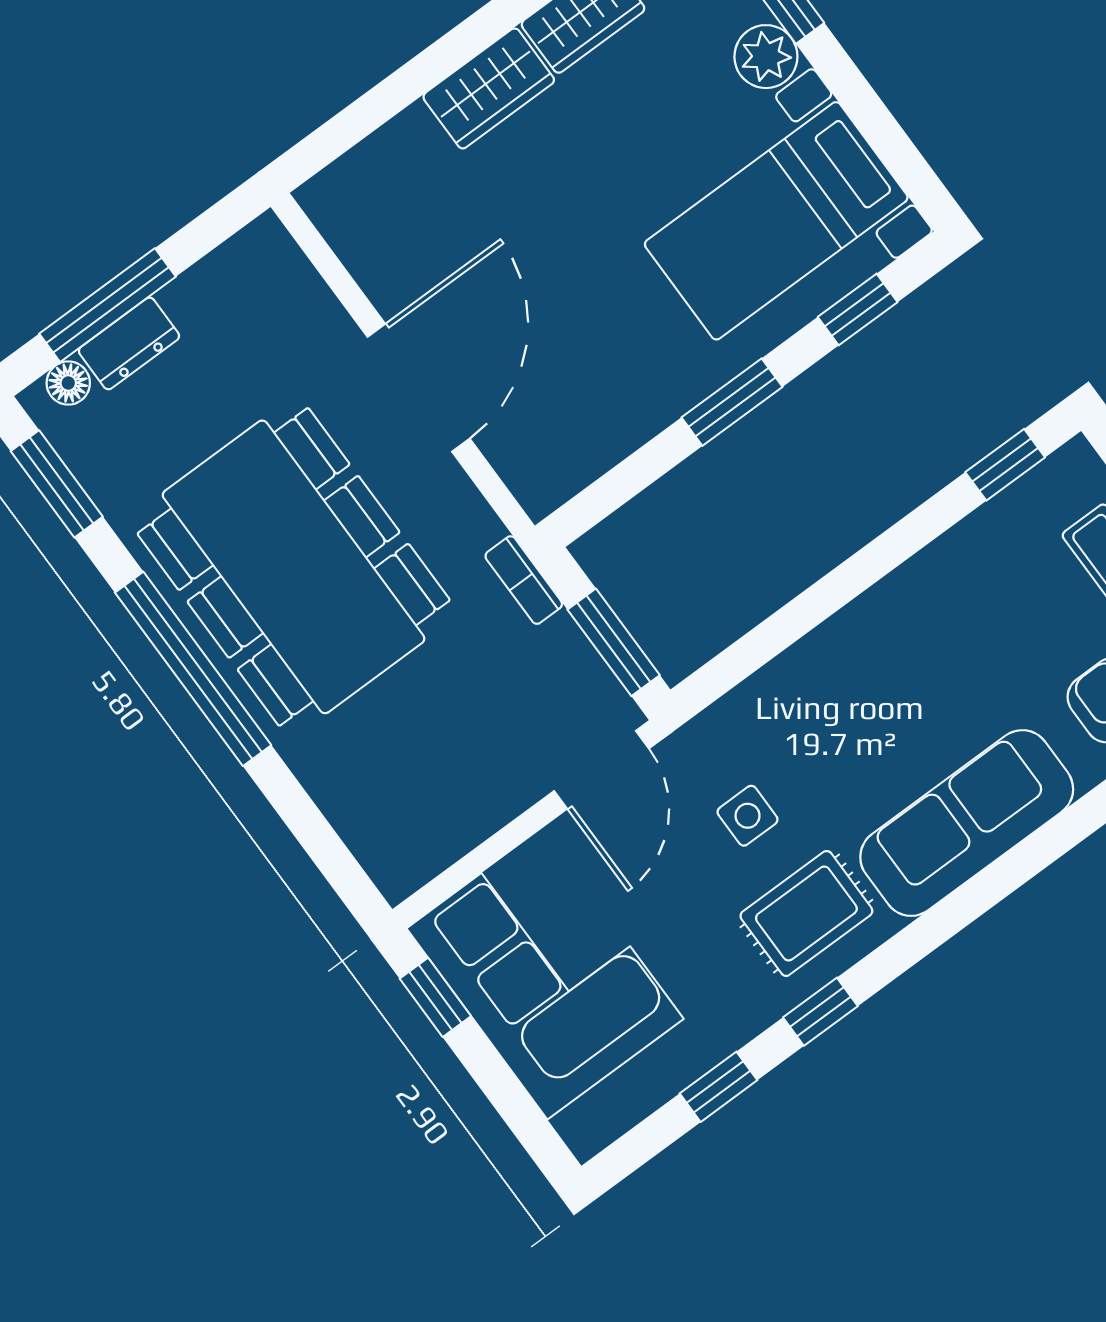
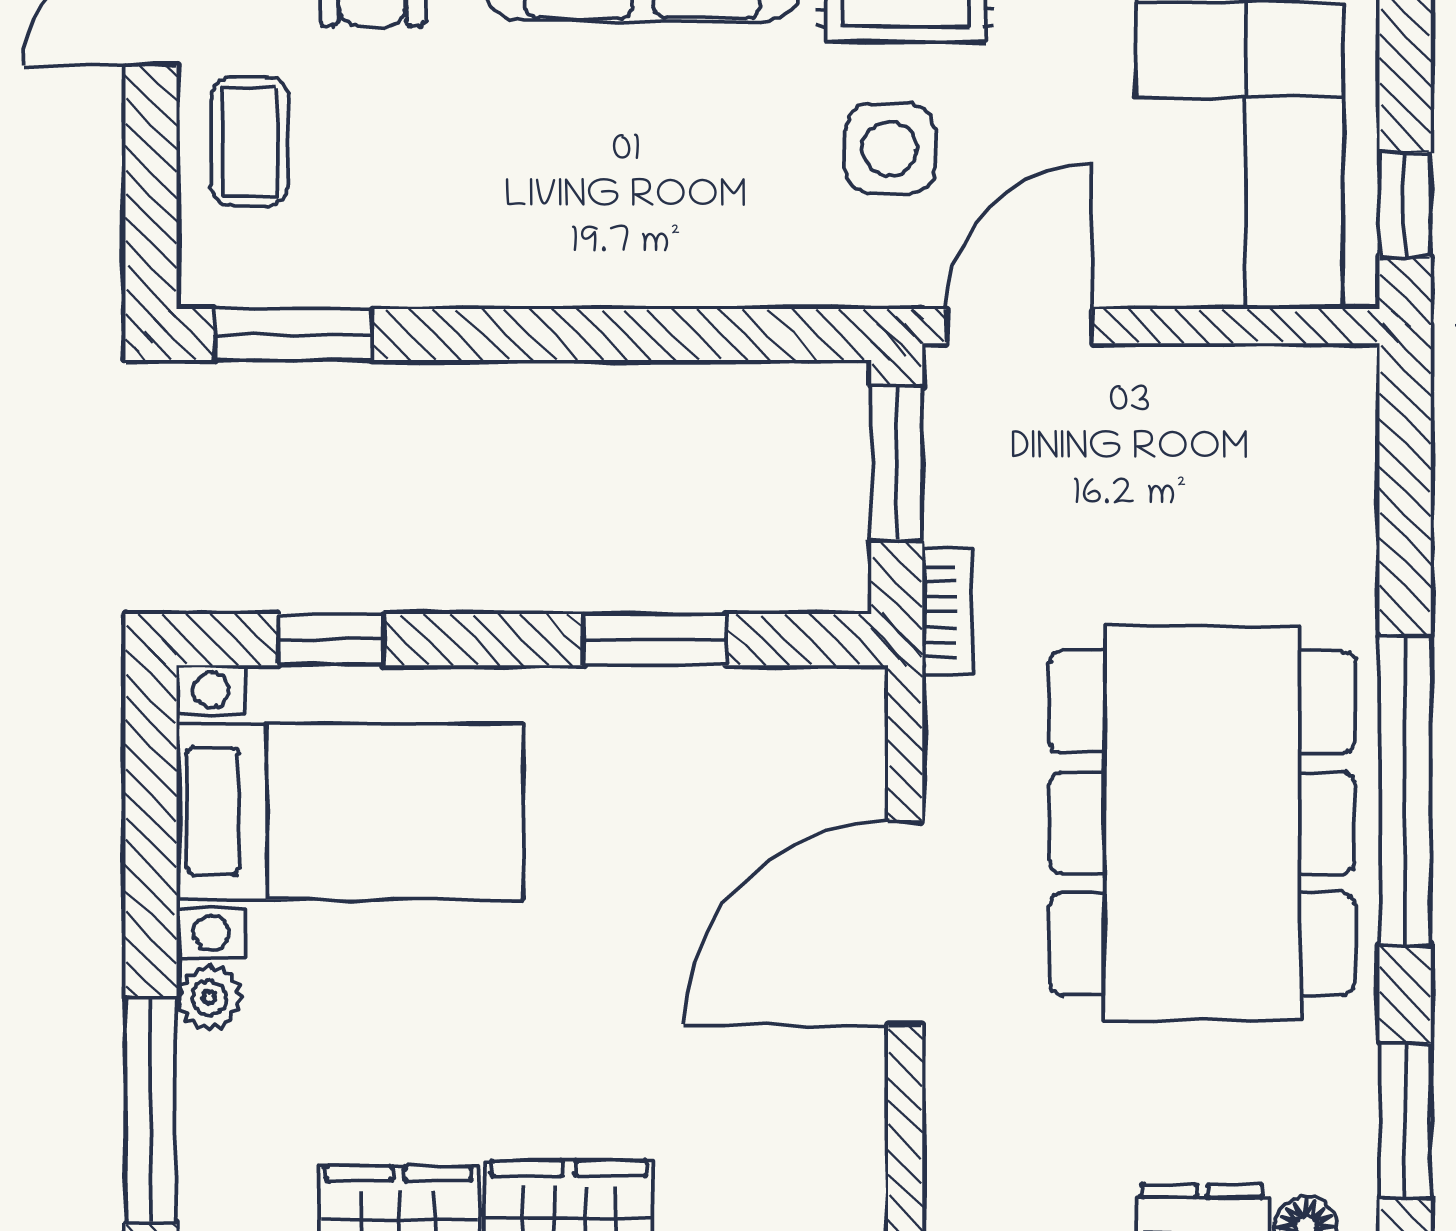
plant: (766, 57) -> (209, 998), width x0.73, depth x0.73
window: (732, 402) -> (655, 640), moved
window: (1005, 465) -> (293, 335), width x1.50
side table: (748, 816) -> (890, 149), width x1.37, depth x1.37

